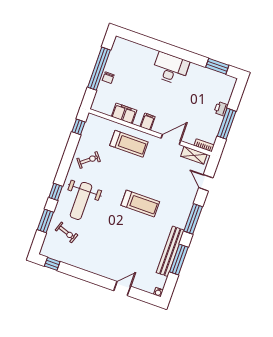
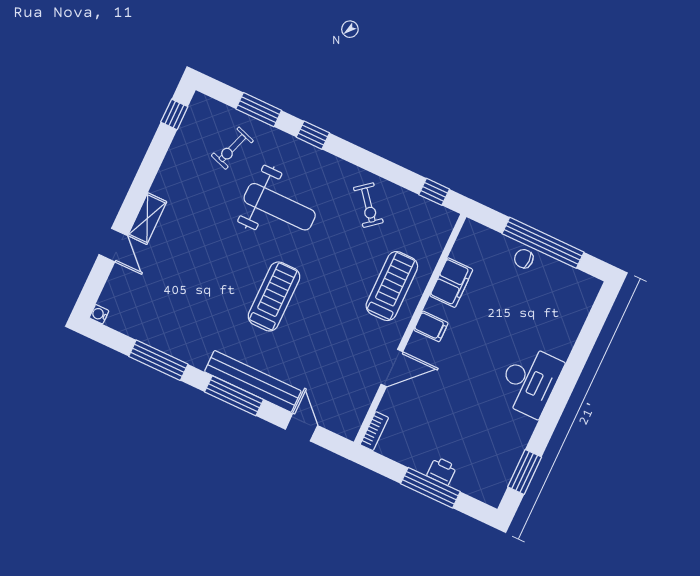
window: (227, 124) -> (430, 488), moved
door: (171, 140) -> (392, 368), hinge flipped
treadmill: (129, 144) -> (392, 286), turned 180
shelving: (194, 155) -> (147, 219), moved
door: (206, 183) -> (301, 427), hinge flipped
weight bench: (81, 201) -> (280, 207), moved, turned 180
treadmill: (140, 204) -> (274, 296), turned 180
bench: (170, 251) -> (253, 381), moved

